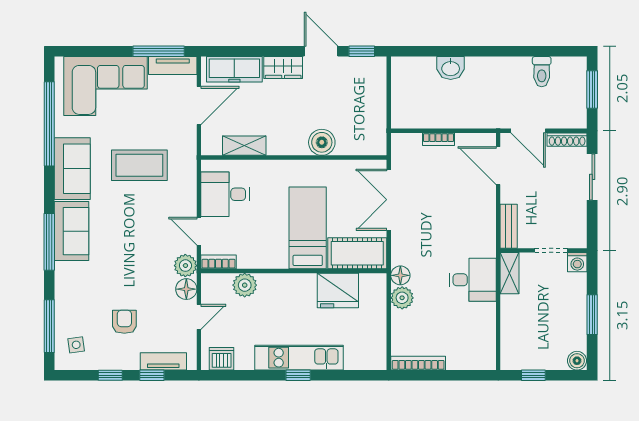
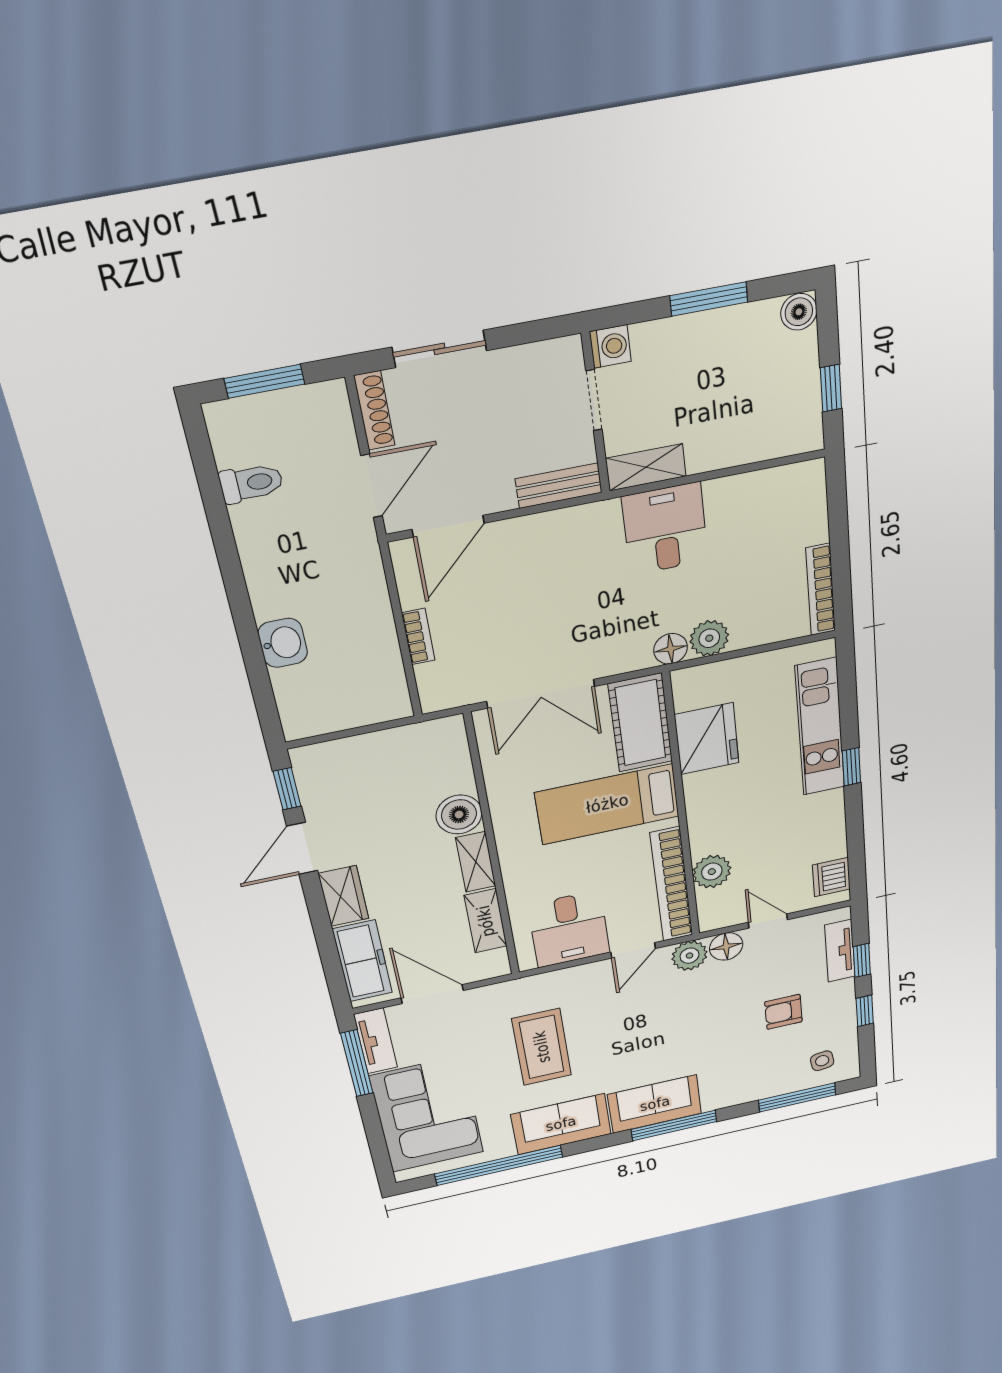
shelving: (287, 147) -> (476, 862), added
bookcase: (219, 262) -> (672, 885), width x2.31, depth x1.31
kitchen unit: (299, 358) -> (820, 727), moved

